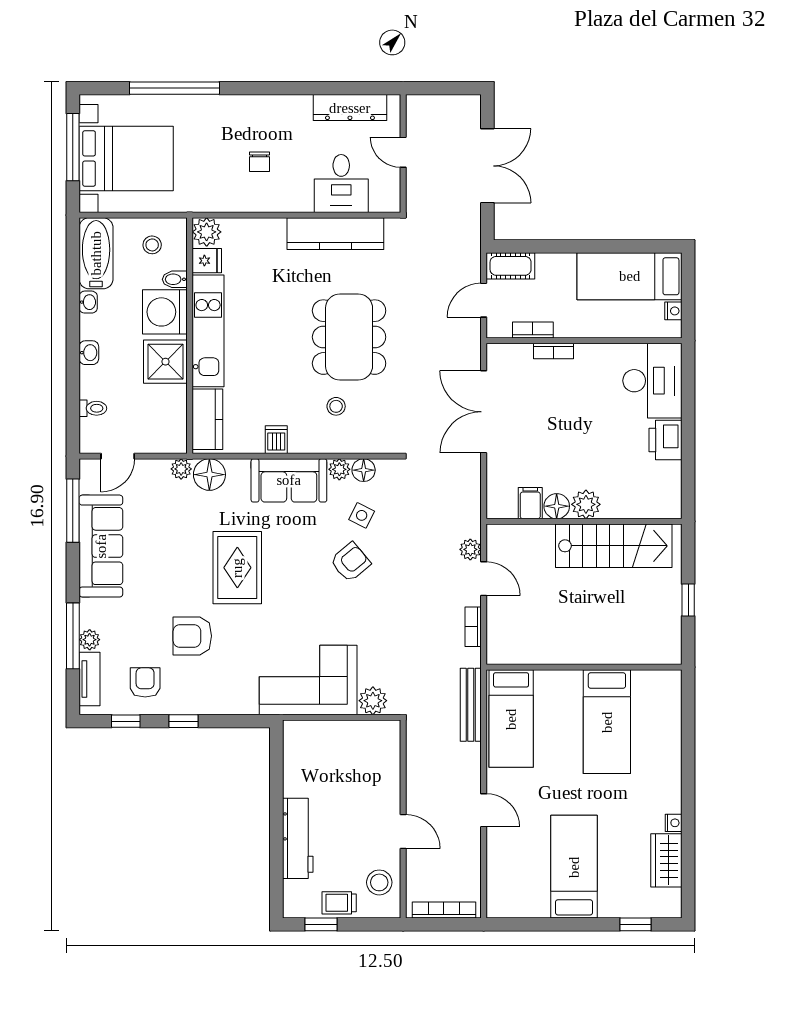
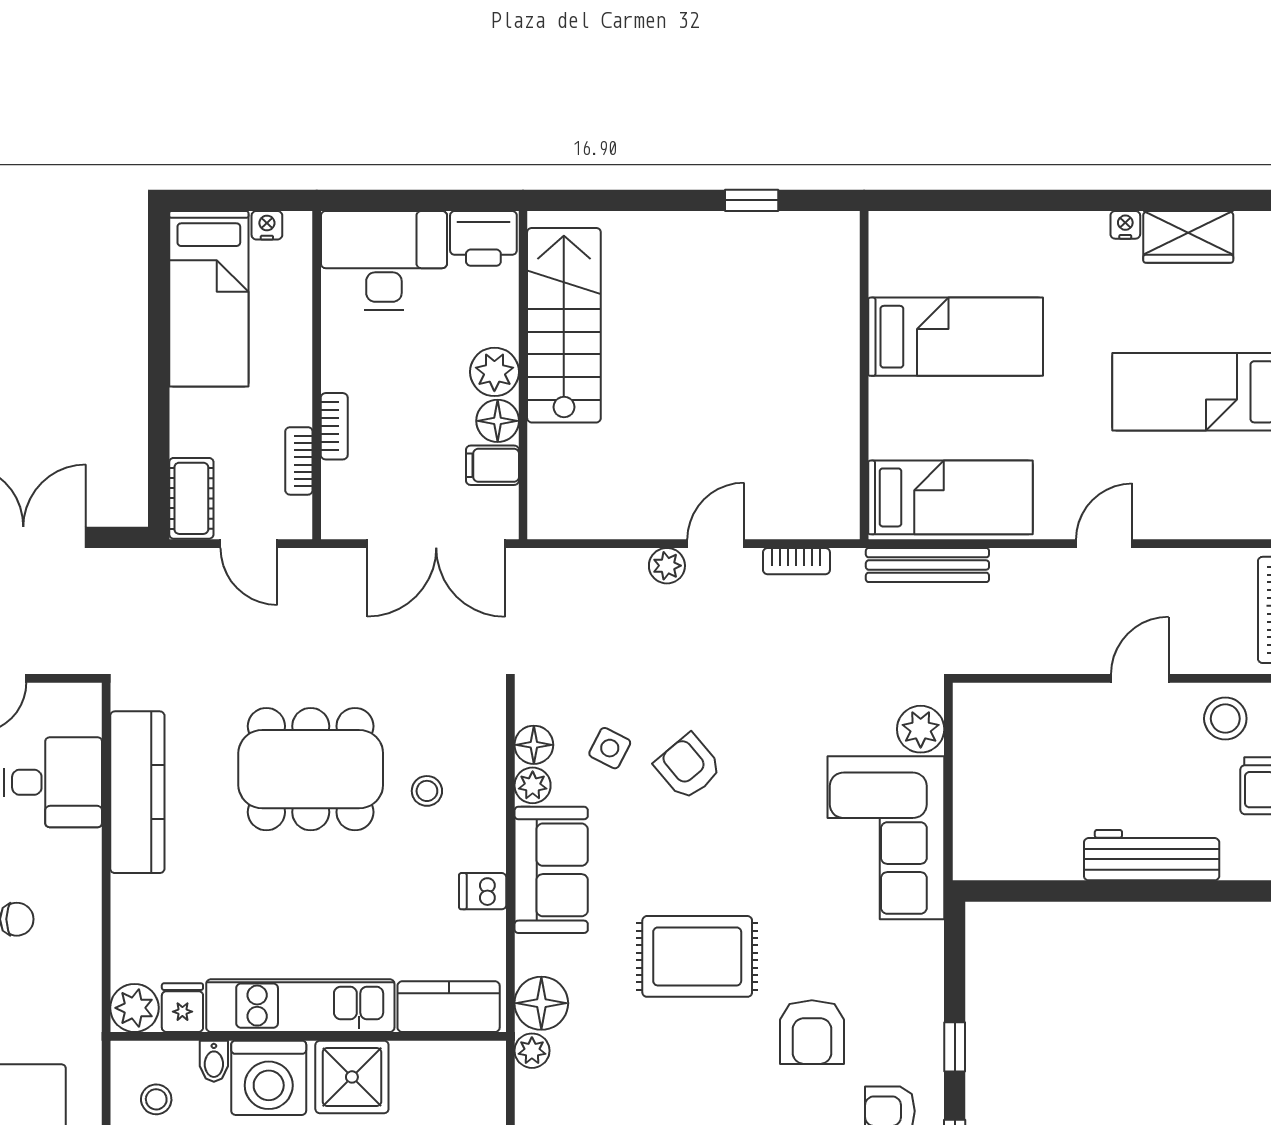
filing cabinet: (530, 503) -> (492, 465), moved
plant: (586, 504) -> (494, 372), moved
floor lamp: (557, 506) -> (498, 421), moved
wall: (584, 521) -> (523, 375), moved
stairs: (614, 546) -> (564, 325), moved

